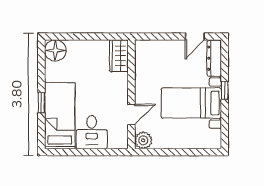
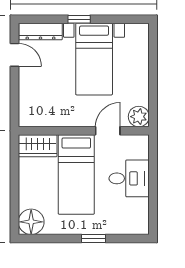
door: (131, 114) -> (108, 131), hinge flipped
bed: (60, 116) -> (76, 174), moved, turned -90

